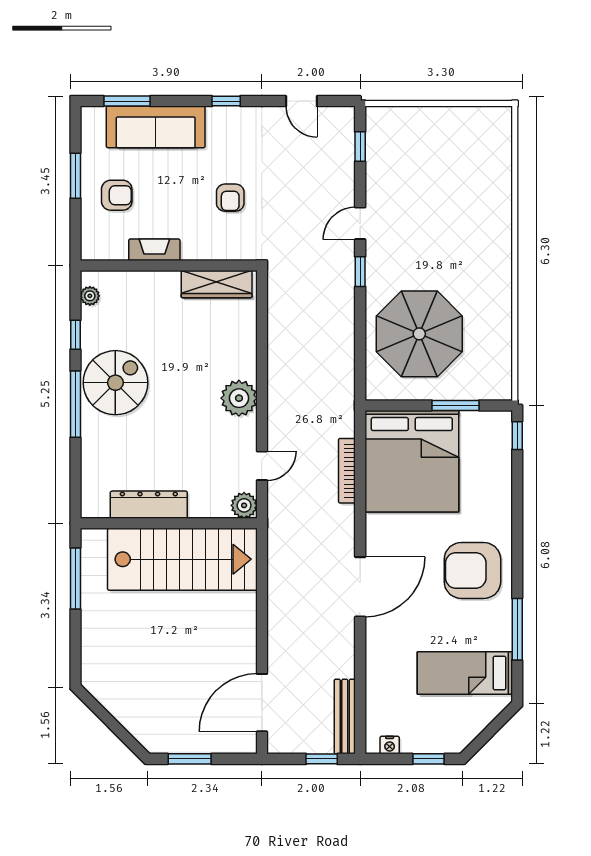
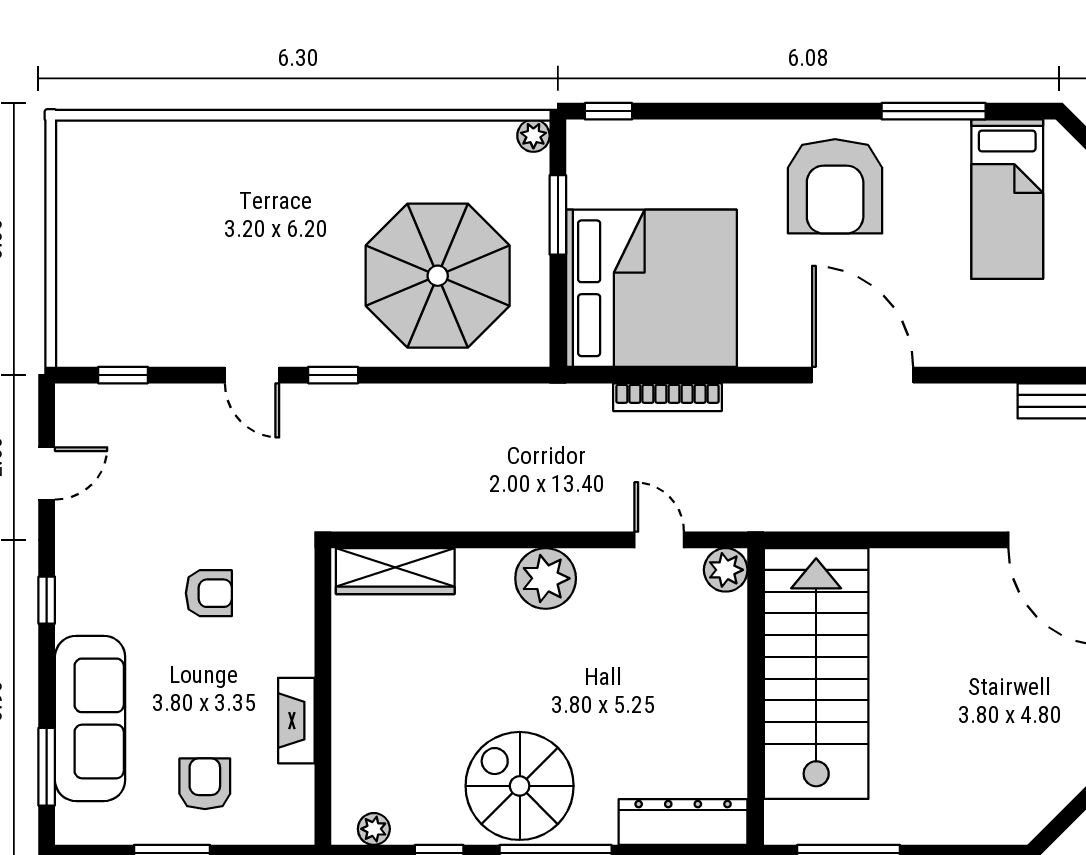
wardrobe: (217, 284) -> (395, 571), moved, turned 90
plant: (503, 391) -> (533, 136), added
dresser: (149, 505) -> (683, 822), moved, turned 90

